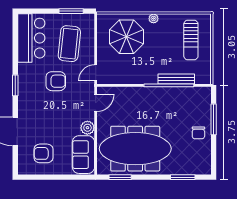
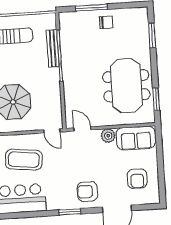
armchair: (56, 81) -> (87, 192), moved, turned -90
meeting table: (135, 149) -> (126, 86), width x0.73

